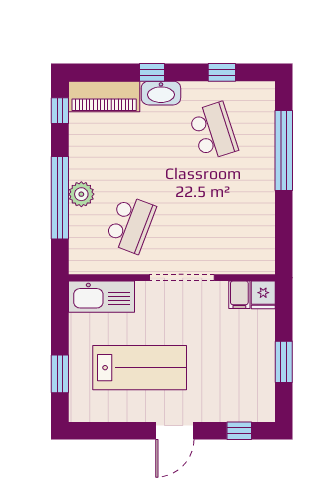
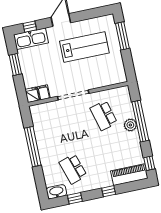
washbasin: (161, 93) -> (56, 192), moved
window: (284, 151) -> (33, 147), moved
school desk: (130, 224) -> (104, 115), turned -36
kitchen sink: (102, 297) -> (31, 39), moved, turned 180
lab bench: (140, 368) -> (84, 47), turned 180
window: (60, 374) -> (122, 36), width x1.44

